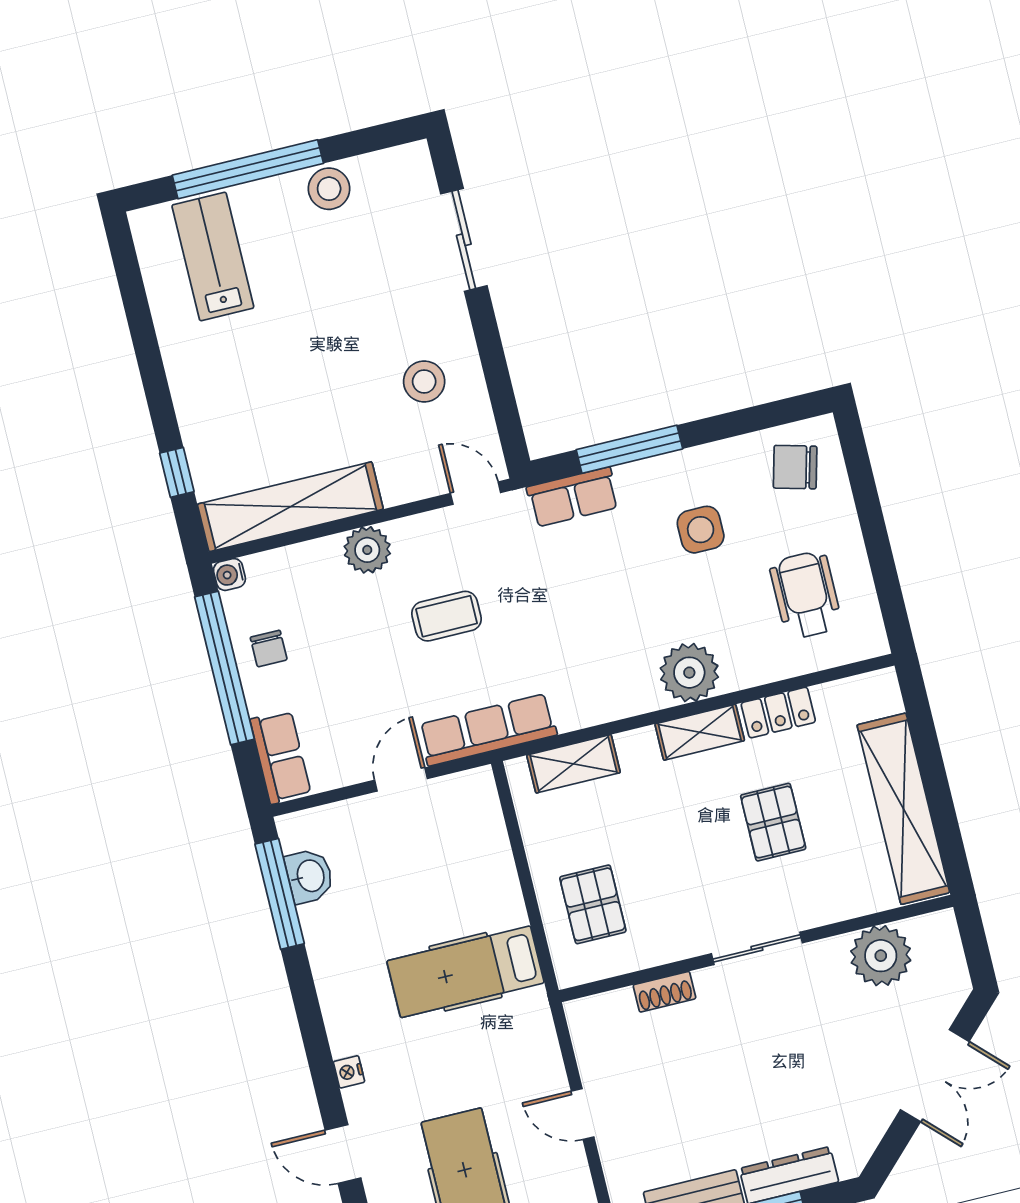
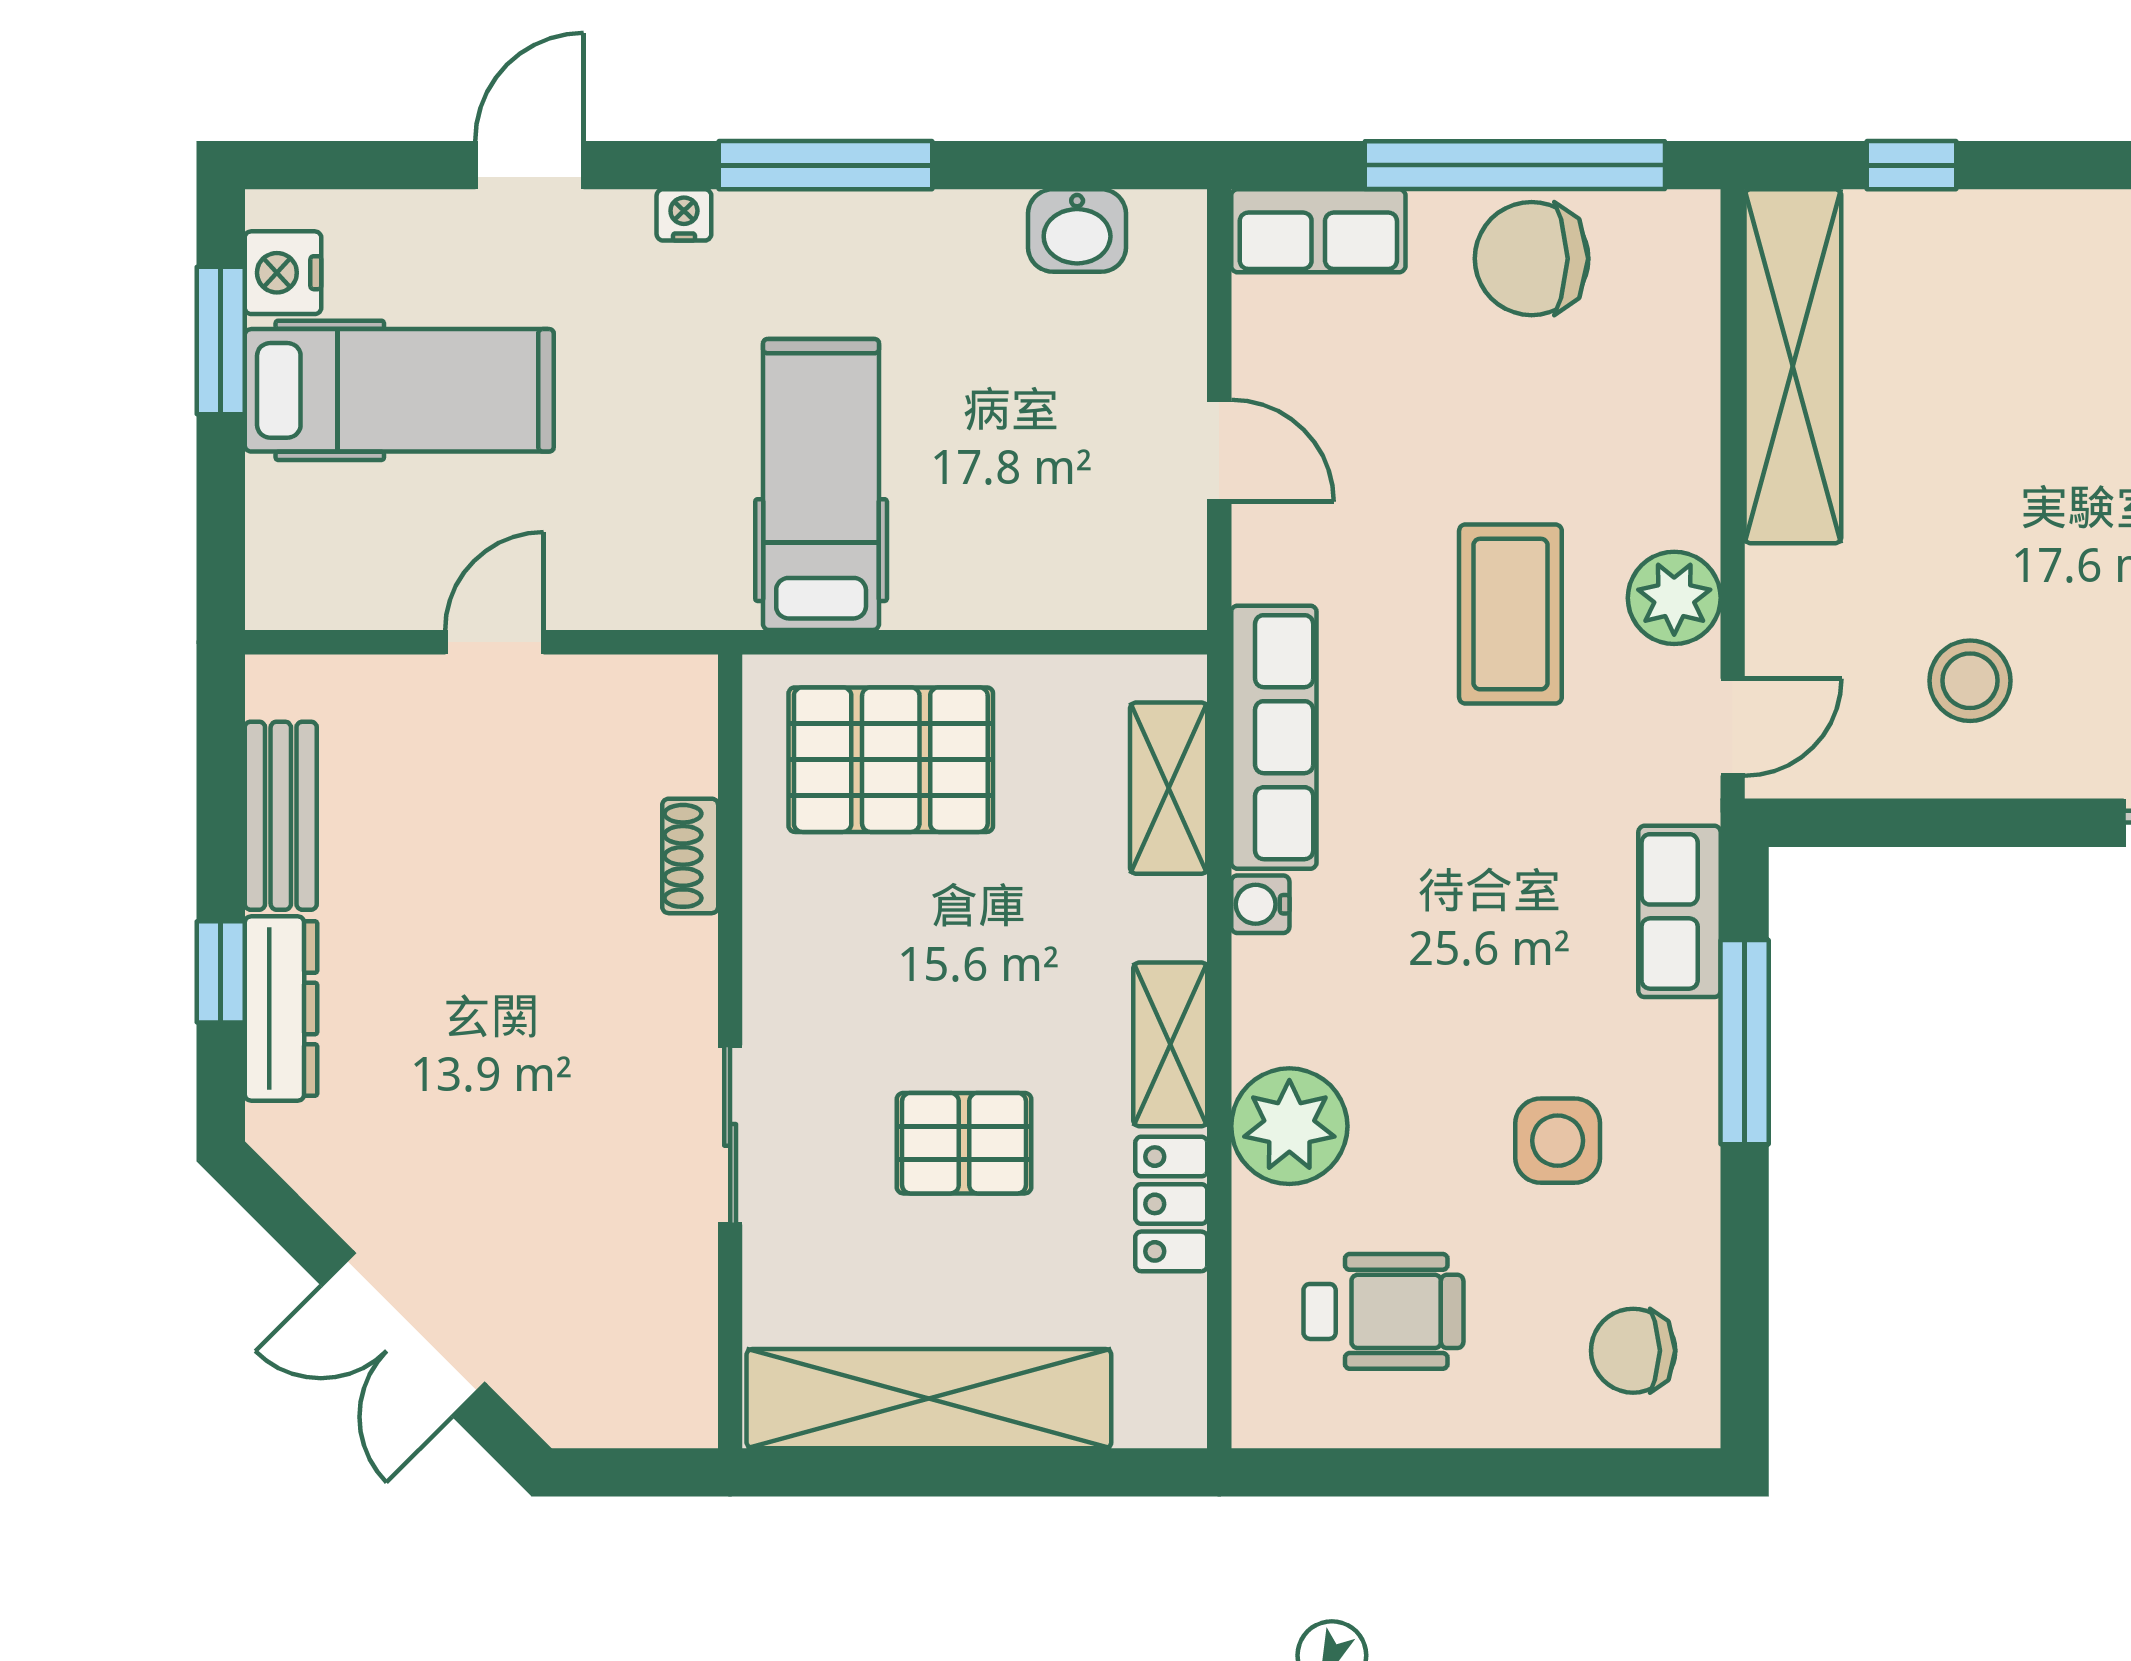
chair: (795, 467) -> (1633, 1351), turned -105
plant: (367, 550) -> (1674, 598), moved
water cooler: (229, 574) -> (1260, 904), moved, turned -90
coffee table: (446, 616) -> (1510, 614), width x1.36, depth x1.30
chair: (269, 649) -> (1532, 259), width x1.87, depth x1.87
plant: (689, 673) -> (1289, 1126), moved
row of seats: (488, 730) -> (1274, 737), moved
window: (280, 894) -> (825, 165), moved
pallet: (593, 904) -> (891, 760), width x1.50, depth x1.42
sliding door: (757, 948) -> (730, 1135), moved
plant: (881, 956) -> (658, 1287), removed

